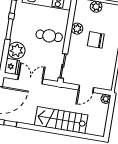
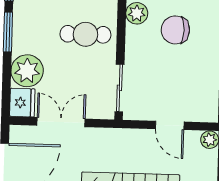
door: (86, 89) -> (170, 125), hinge flipped

